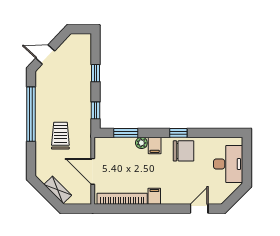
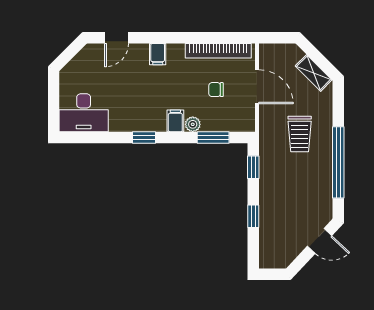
chair: (183, 151) -> (216, 90), moved, width x0.54, depth x0.54
desk: (228, 164) -> (84, 113), moved, turned -90
shelving: (58, 190) -> (314, 73), moved
filing cabinet: (154, 196) -> (158, 54), moved

